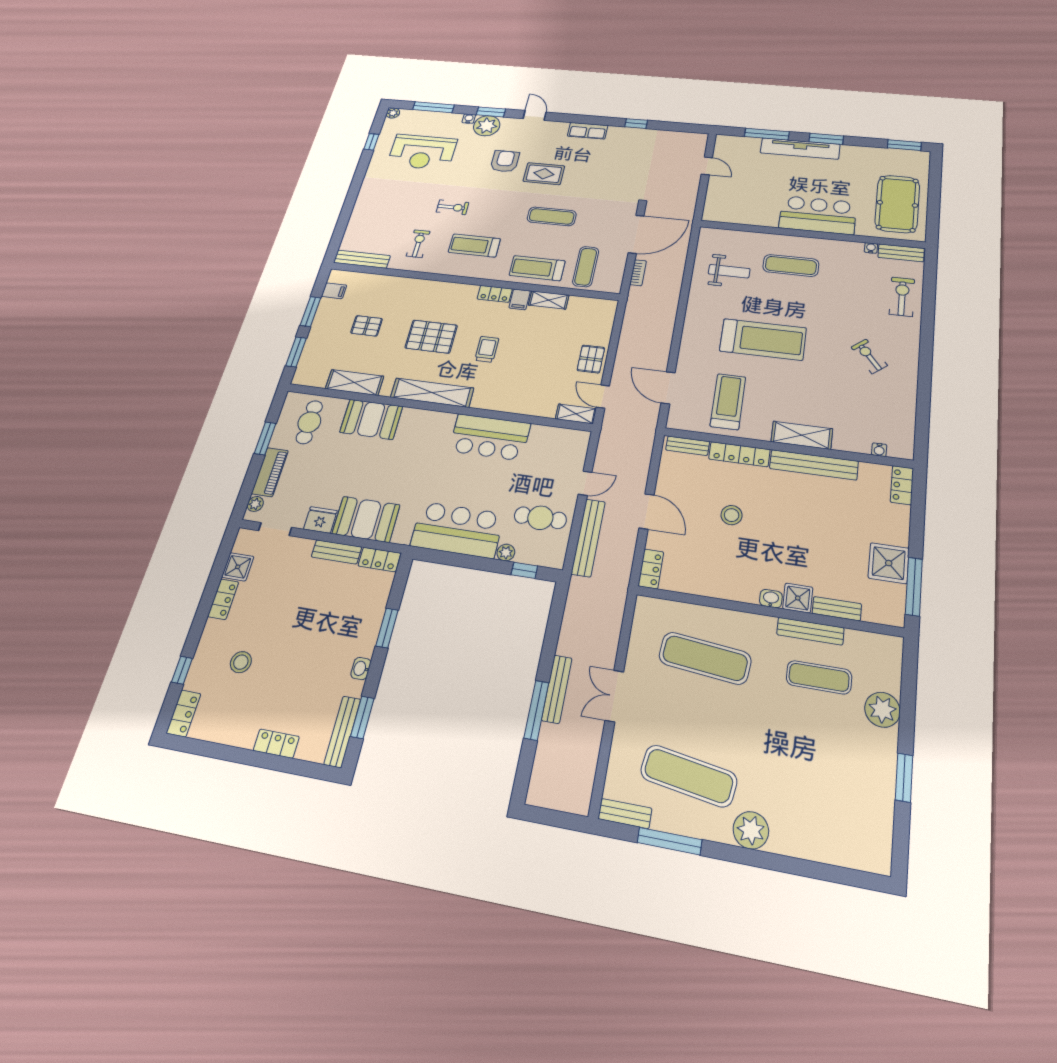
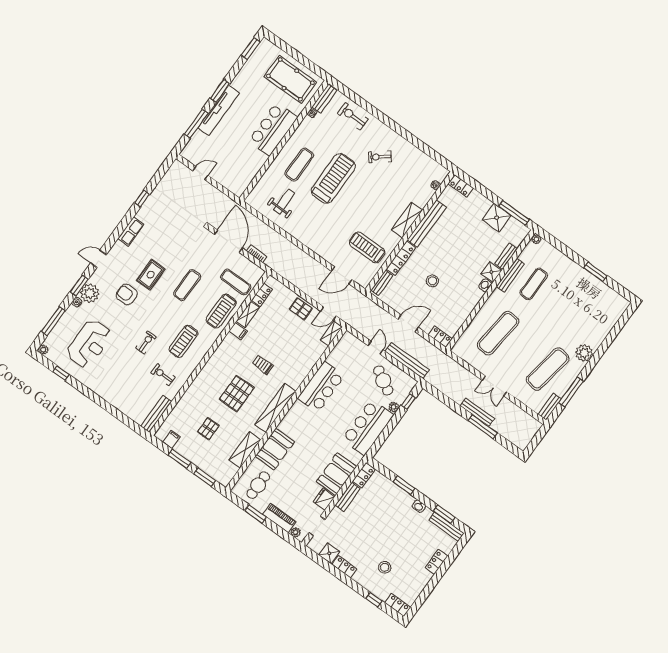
locker: (495, 294) -> (262, 295), moved
treadmill: (763, 339) -> (333, 178), moved
cafe table: (309, 422) -> (258, 485), turned 90
cafe table: (540, 518) -> (383, 380), turned -60
plant: (882, 710) -> (536, 239), moved, width x0.53, depth x0.53

